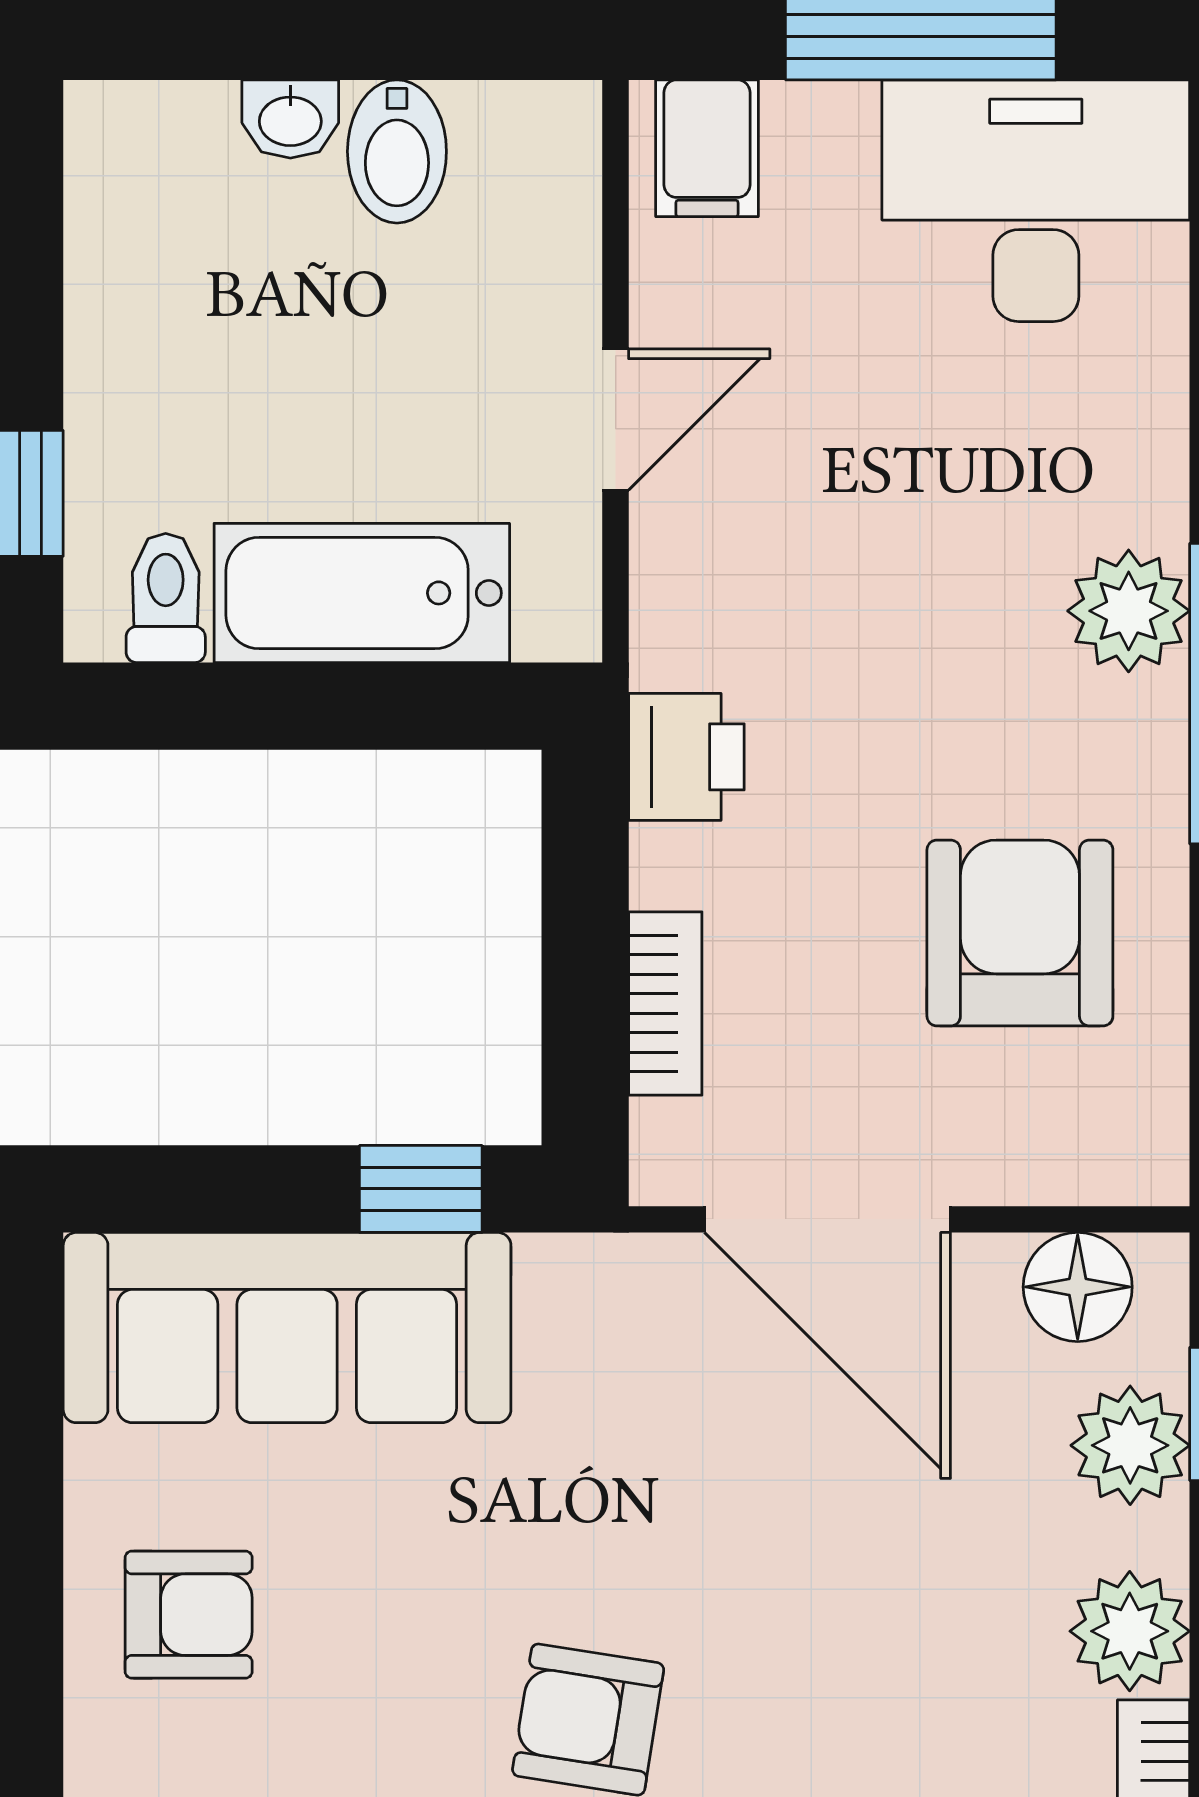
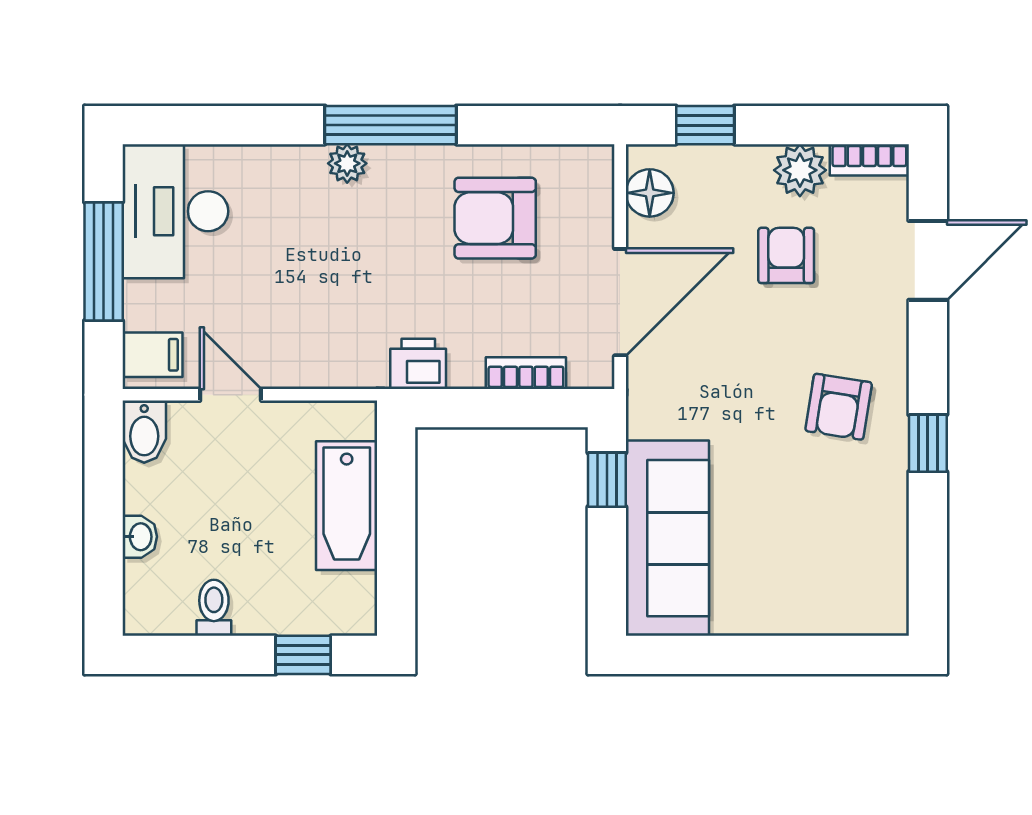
bidet: (397, 151) -> (144, 432), moved, turned 90
door: (616, 419) -> (231, 395), moved
toilet: (166, 598) -> (214, 608), moved, turned 90
plant: (1129, 611) -> (347, 163), width x0.73, depth x0.73
plant: (1130, 1445) -> (719, 170), removed
armchair: (189, 1615) -> (786, 255), moved

